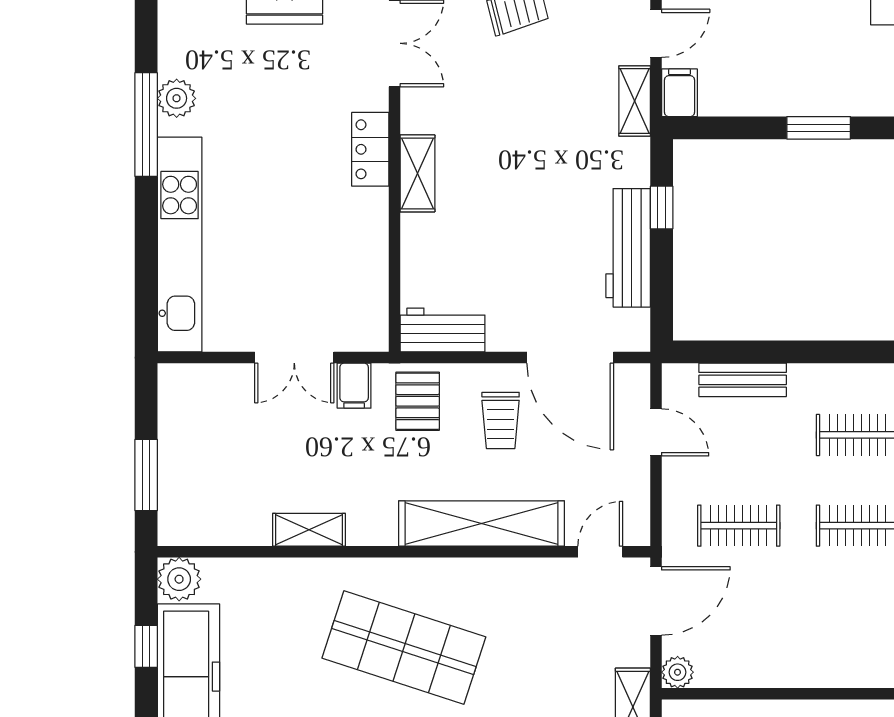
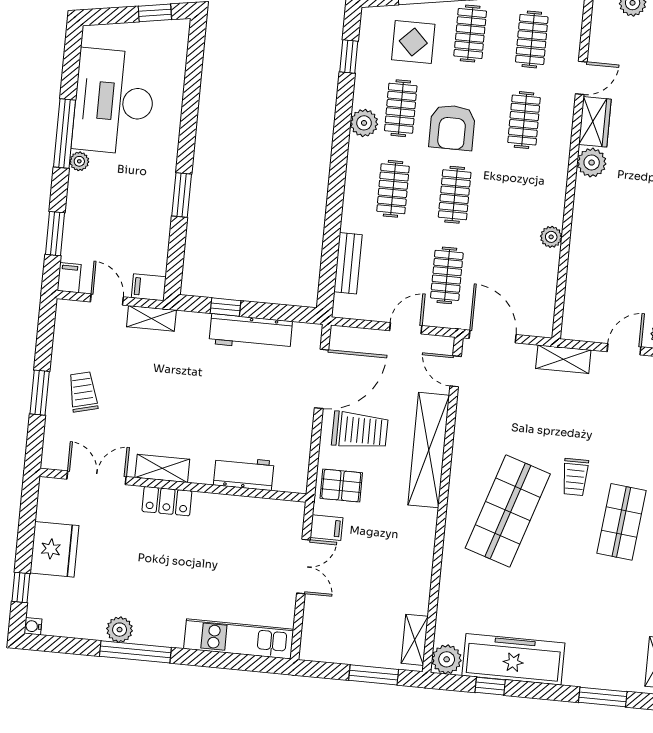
shelving: (417, 173) -> (162, 468), moved
kitchen unit: (180, 244) -> (239, 639), width x0.73
workbench: (443, 330) -> (244, 473), moved, turned 90
trolley: (501, 421) -> (360, 430), width x1.36, depth x1.39
door: (656, 432) -> (406, 328), moved
shelving: (309, 530) -> (415, 640), moved
plant: (678, 672) -> (551, 237), moved

